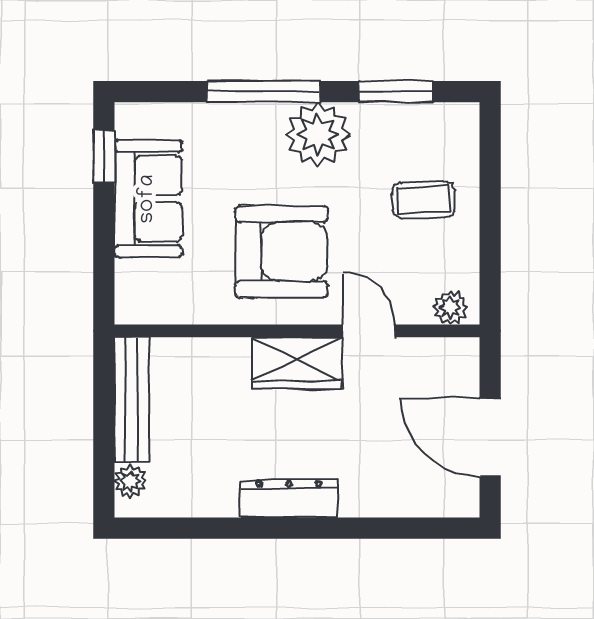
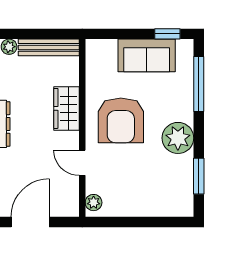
window: (263, 92) -> (199, 84), moved
coffee table: (424, 200) -> (146, 190), removed
door: (369, 331) -> (82, 163), swing flipped
wardrobe: (297, 363) -> (66, 108), moved

